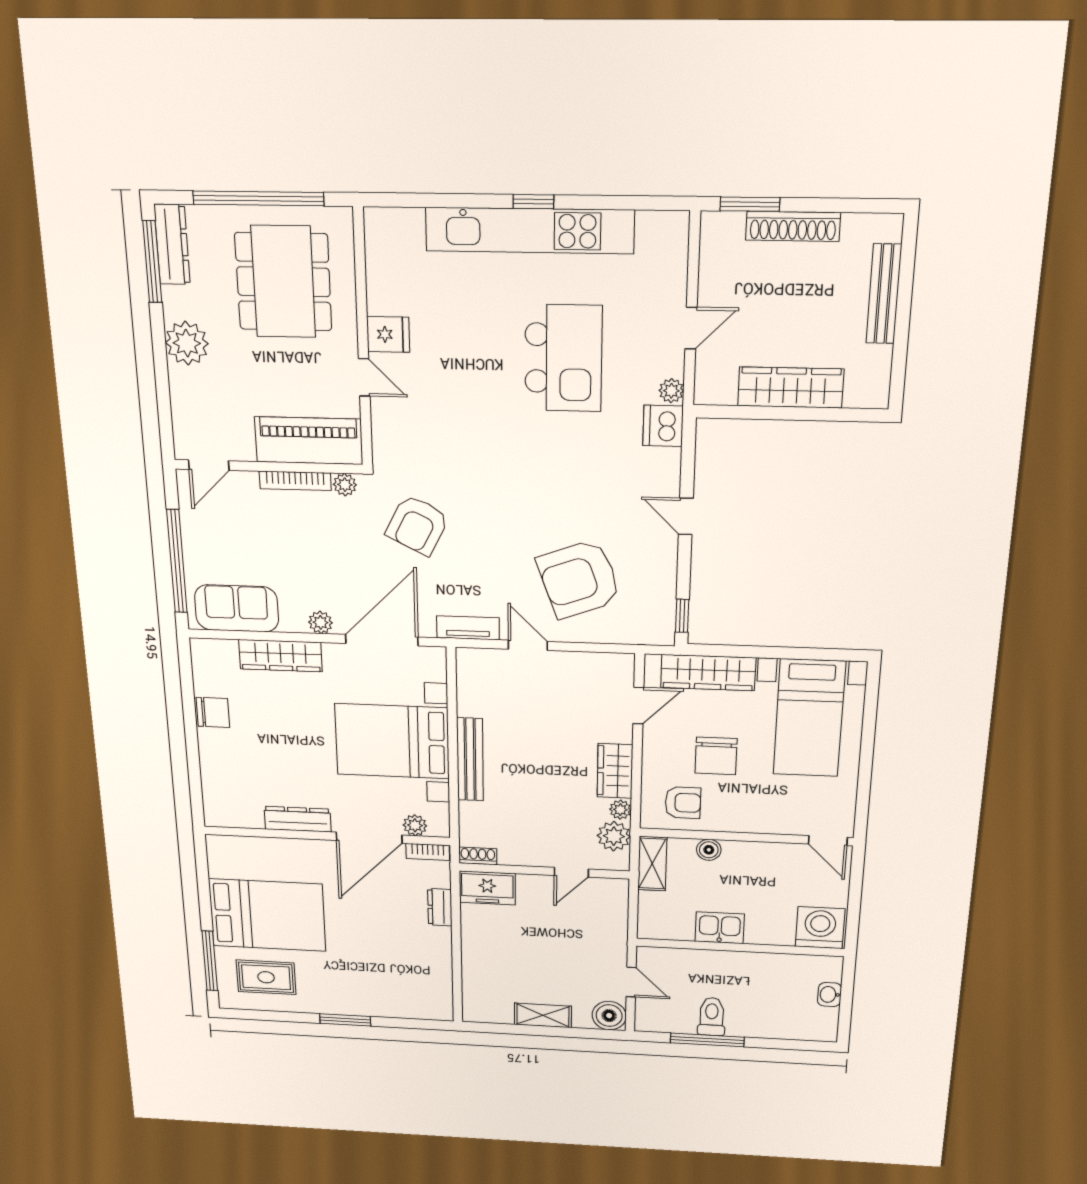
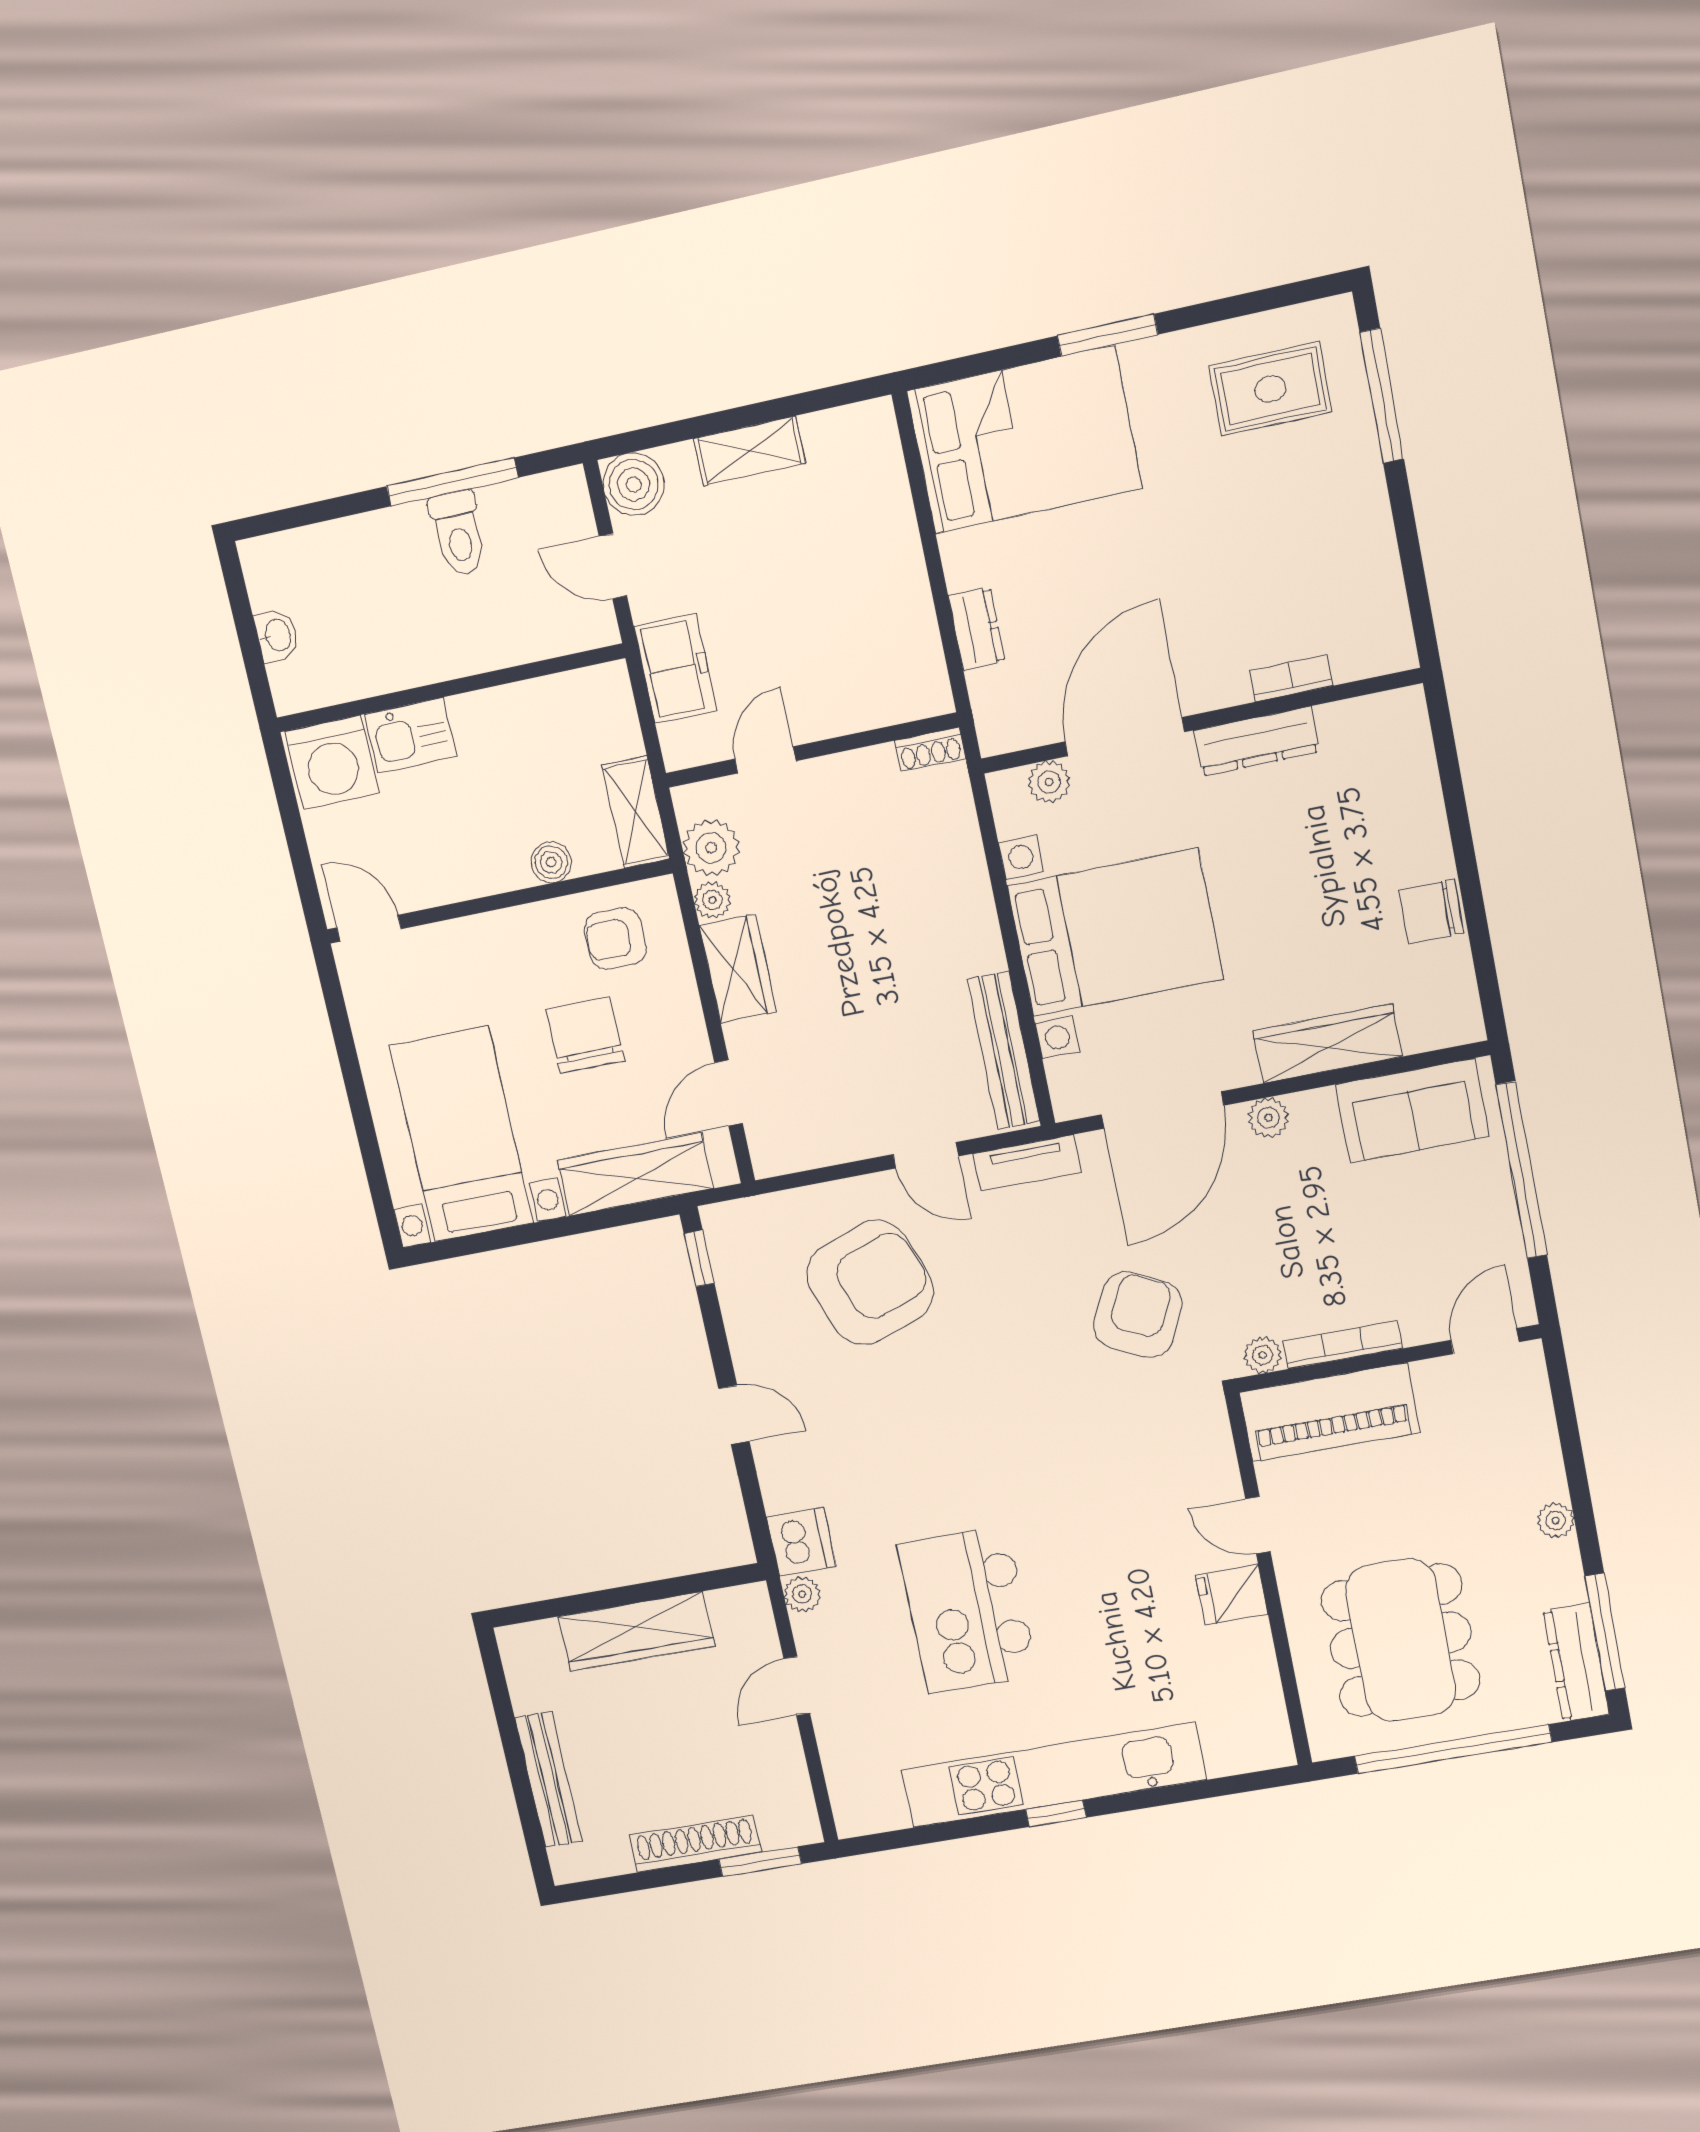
plant: (187, 343) -> (1556, 1520), width x0.53, depth x0.53
bench: (470, 759) -> (1003, 1051), moved
bookcase: (428, 852) -> (1291, 678), moved
freezer: (487, 888) -> (675, 668), moved, turned 90
bed: (267, 915) -> (1024, 440), moved, turned 180
kitchen sink: (720, 928) -> (411, 735), moved

